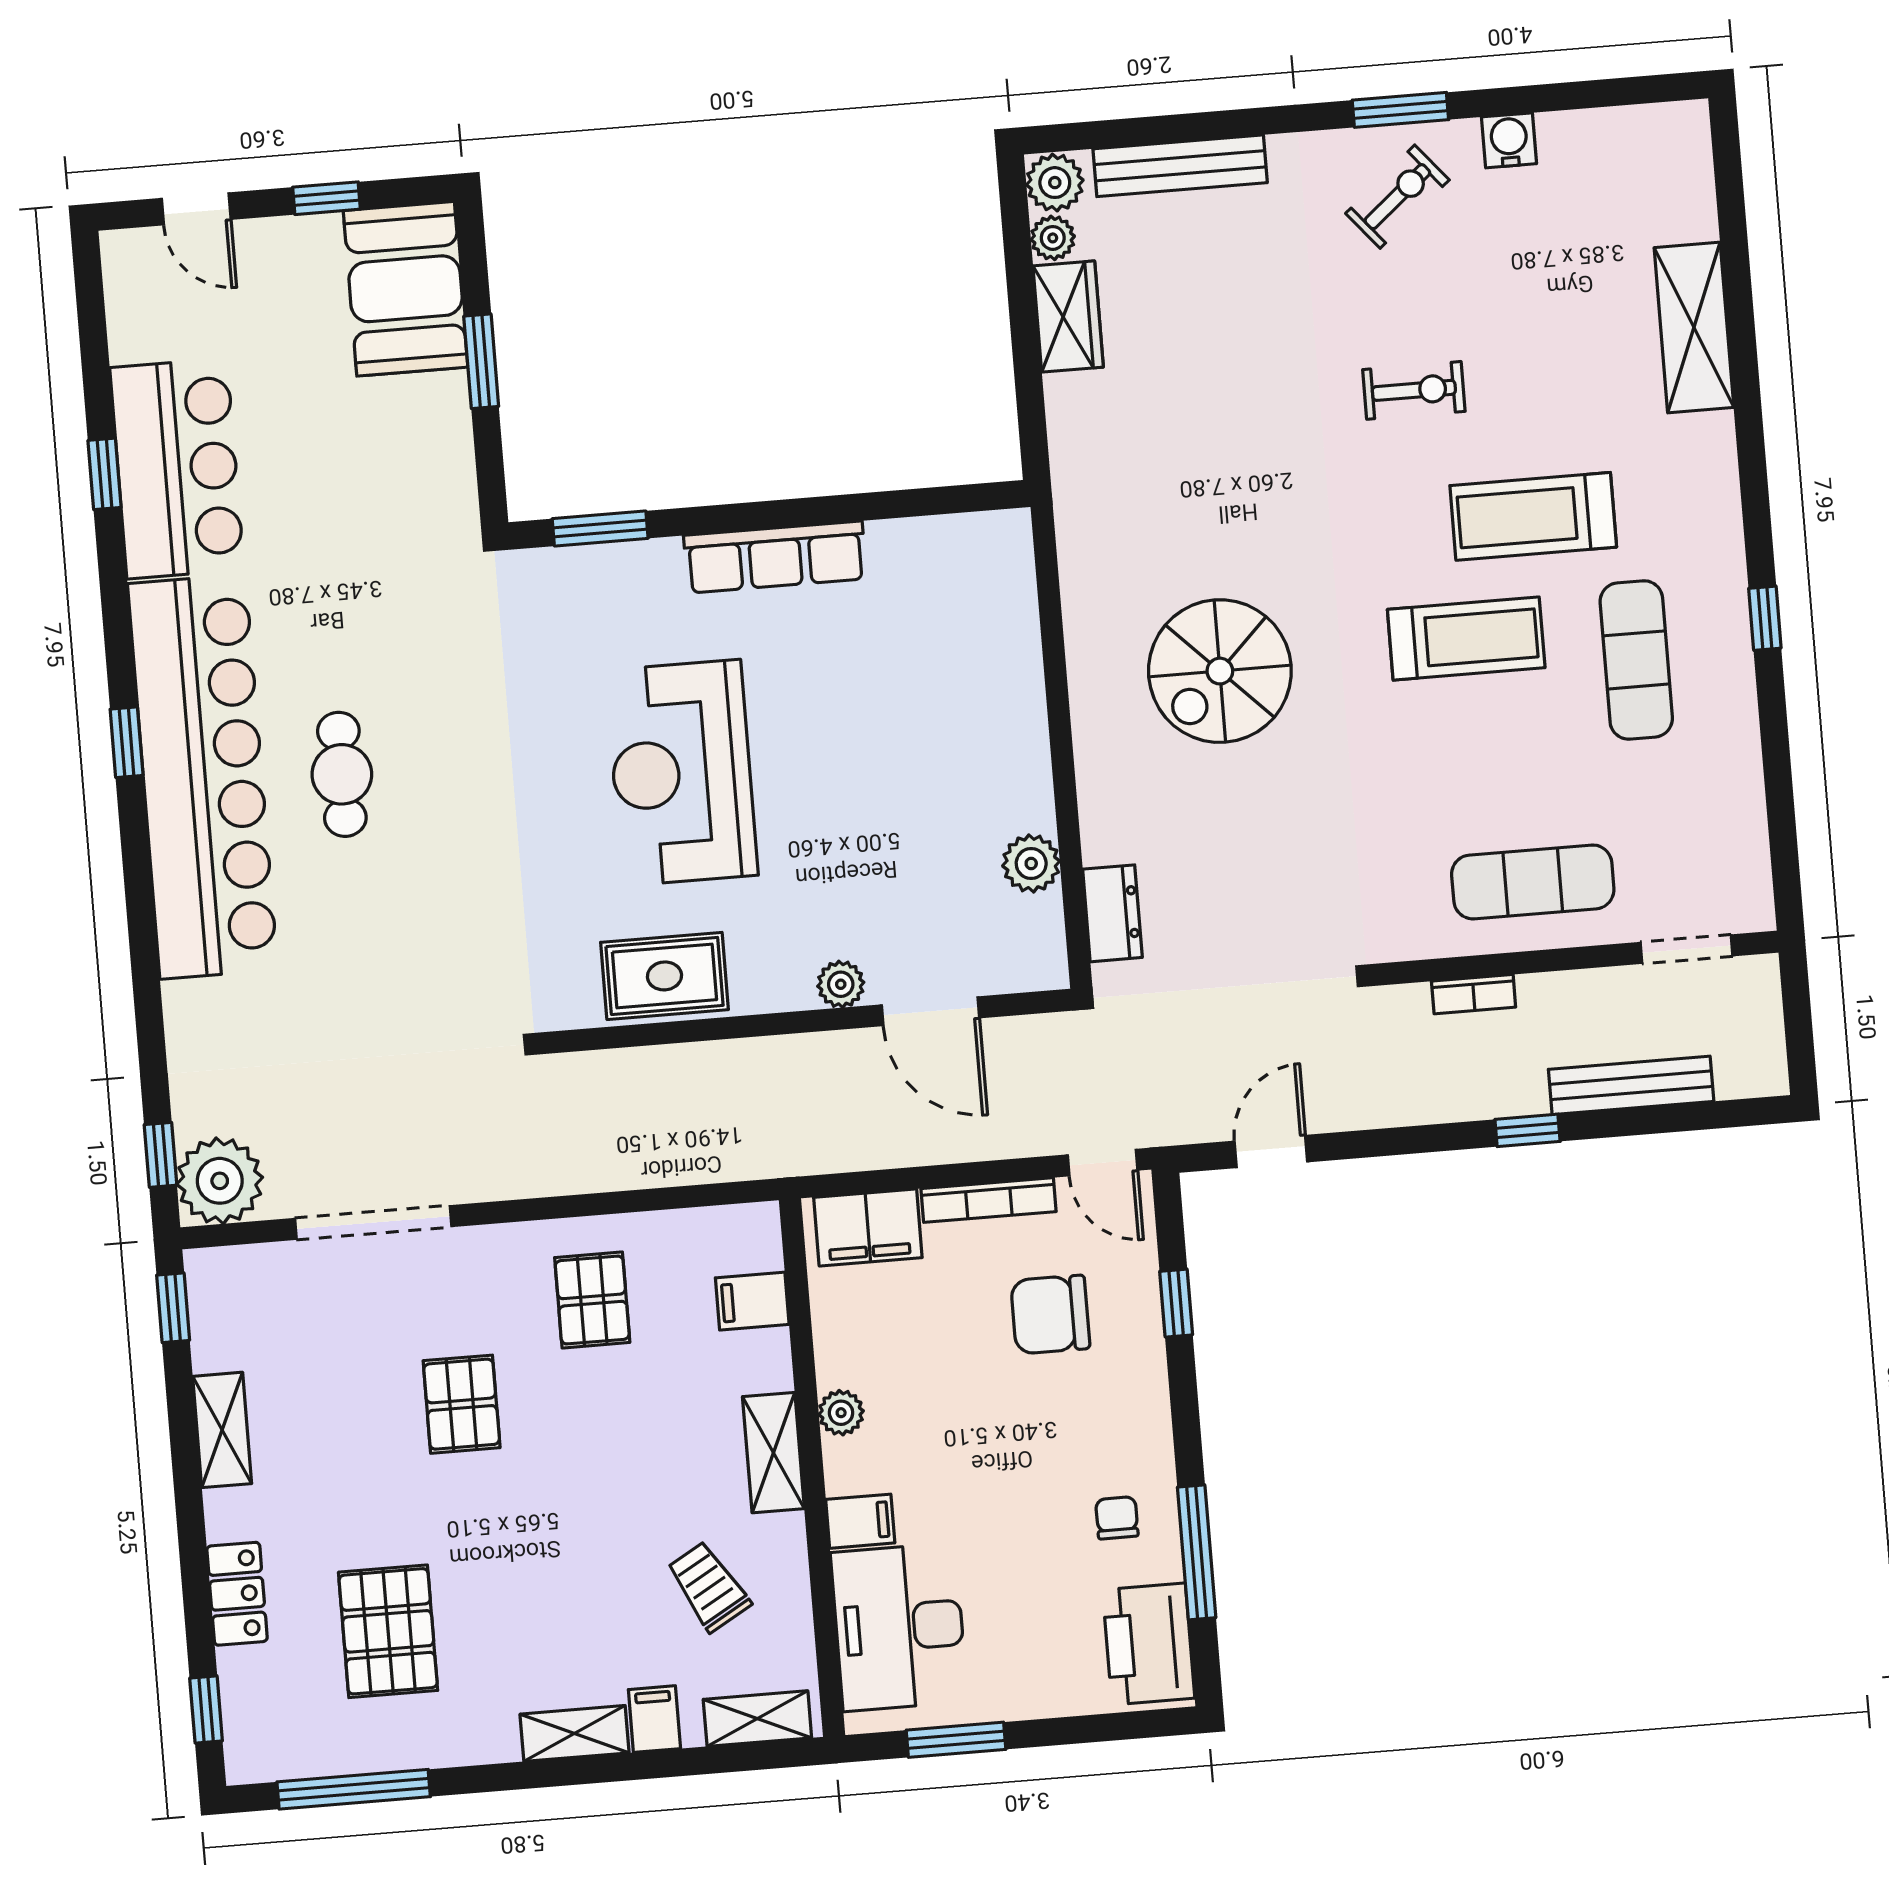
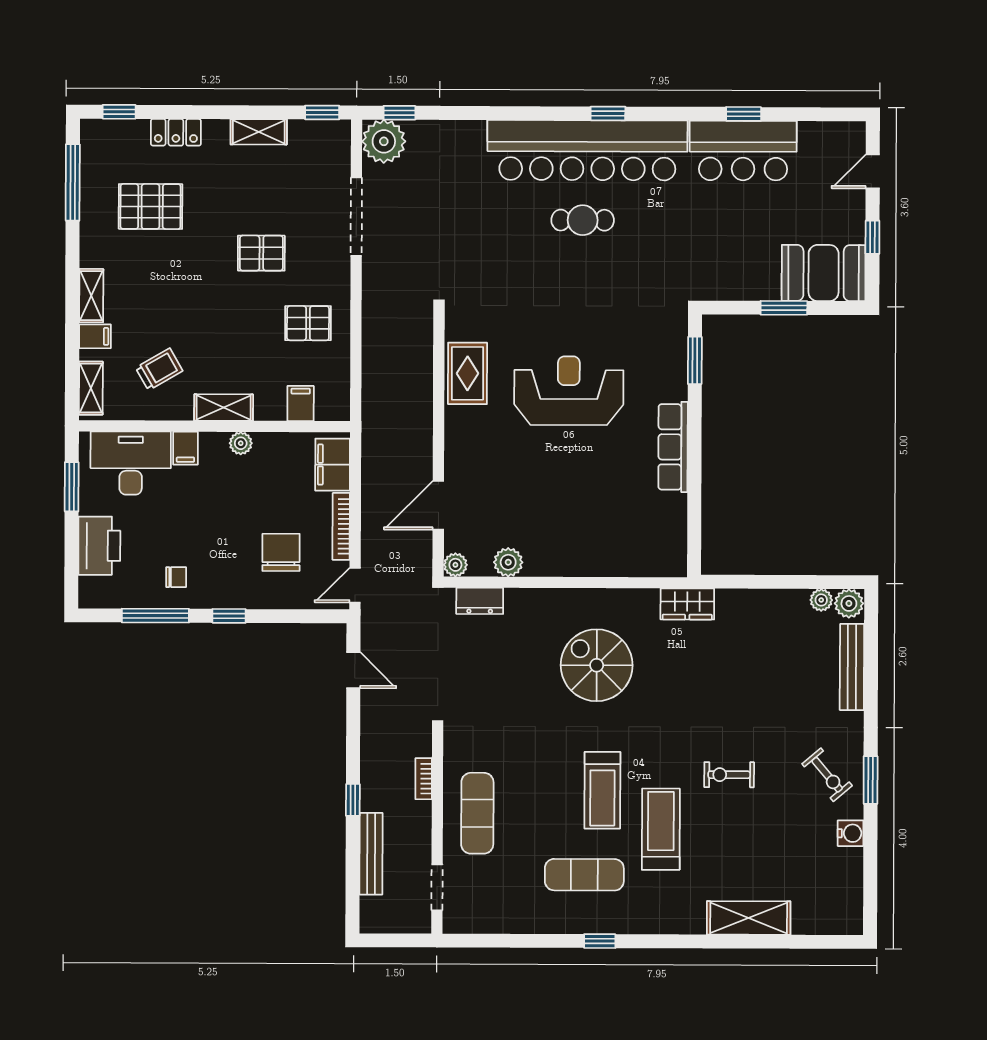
wardrobe: (1068, 317) -> (687, 604), moved
exercise bike: (1414, 390) -> (729, 775), turned 90
plant: (841, 984) -> (455, 565), moved
window: (1176, 1303) -> (229, 616), moved
printer: (1149, 1644) -> (99, 546), moved, turned 90

